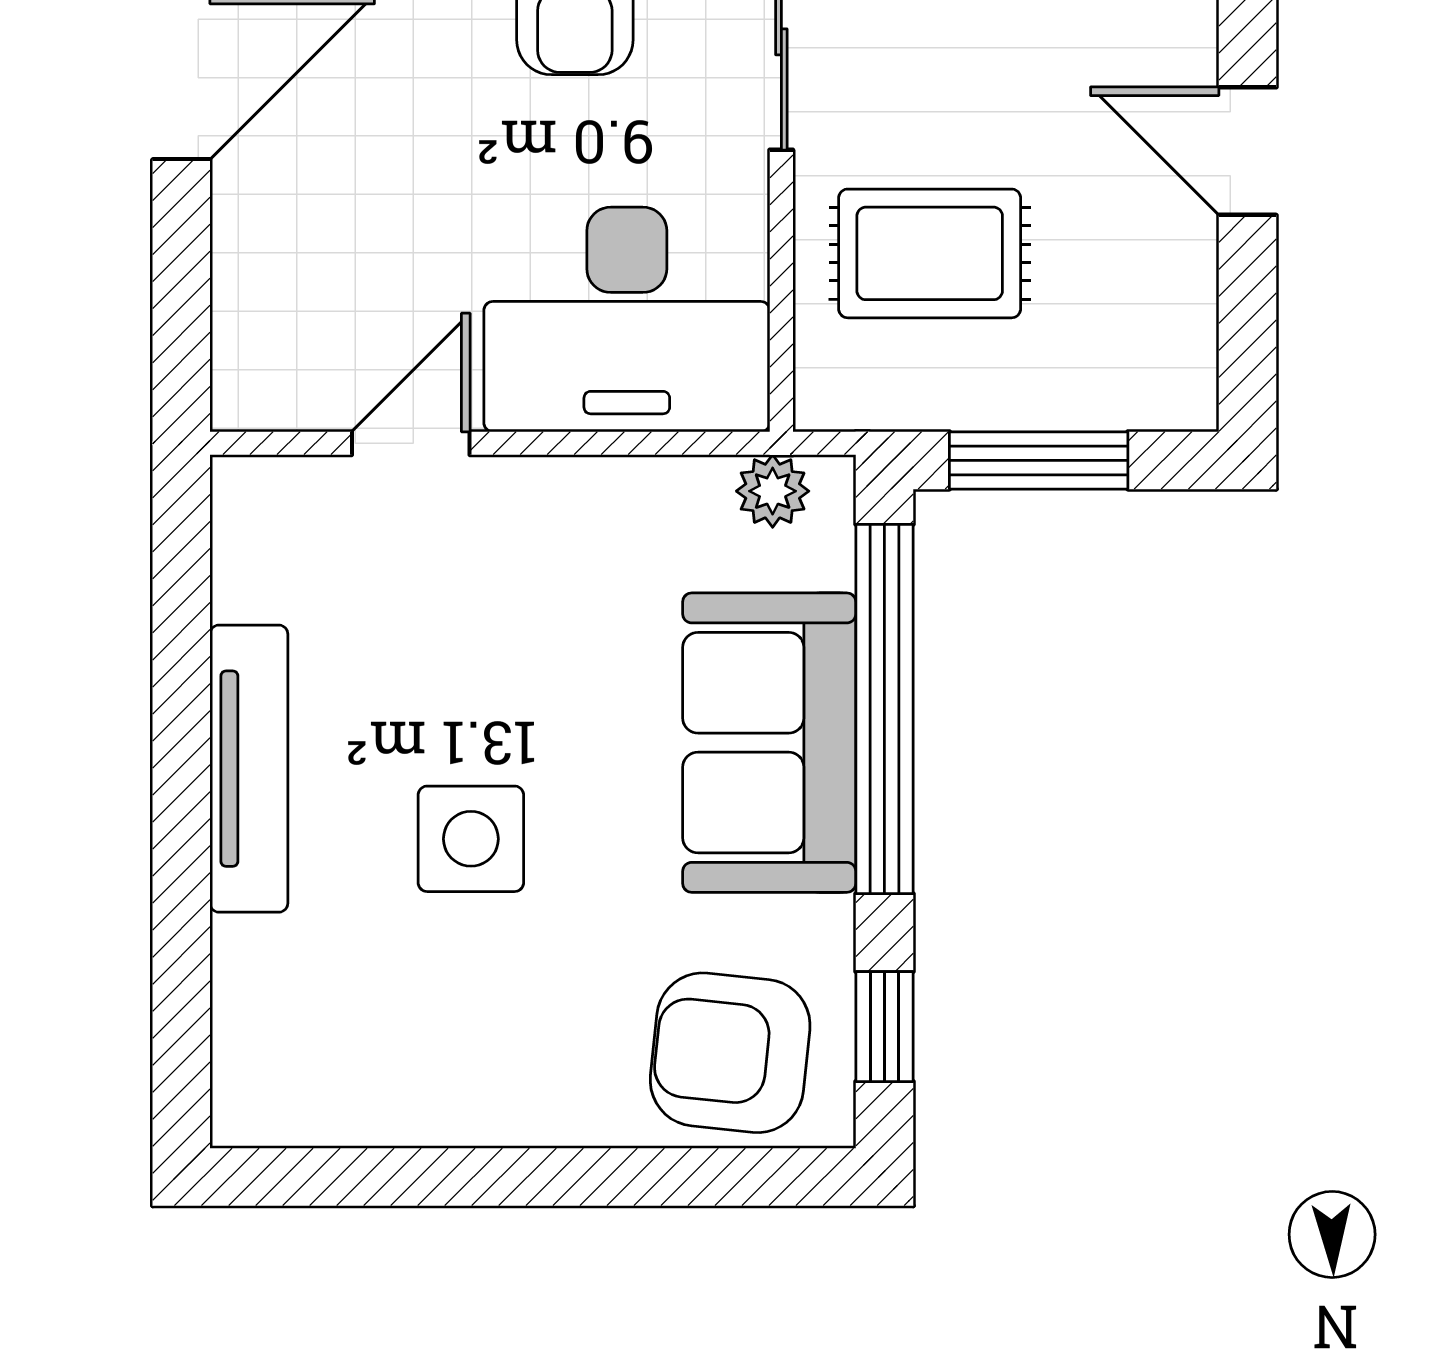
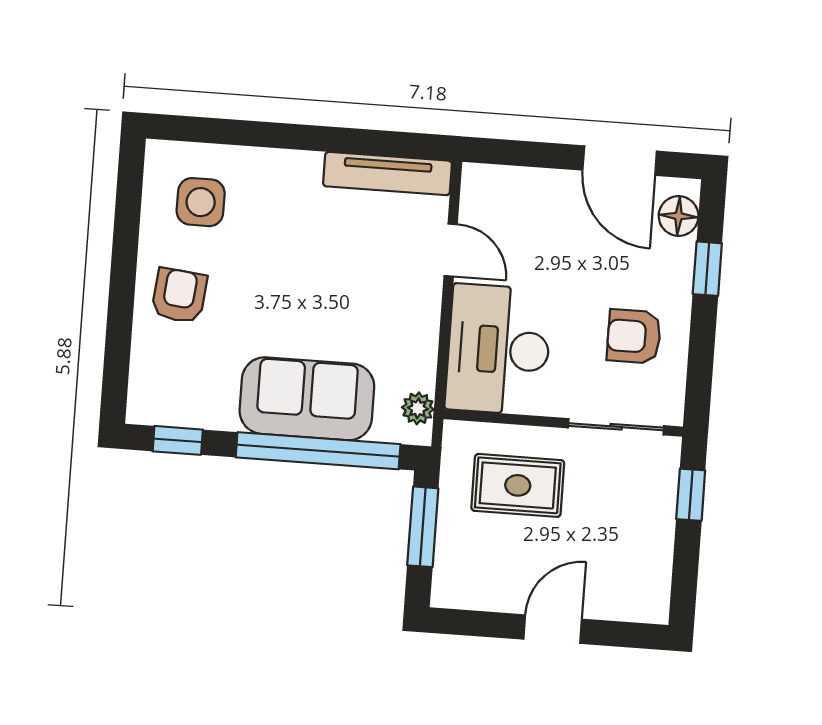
rug: (930, 253) -> (518, 485), turned 90
tv unit: (249, 769) -> (387, 174), moved
side table: (471, 839) -> (201, 202), moved
armchair: (730, 1053) -> (179, 296), moved, width x0.72, depth x0.72

